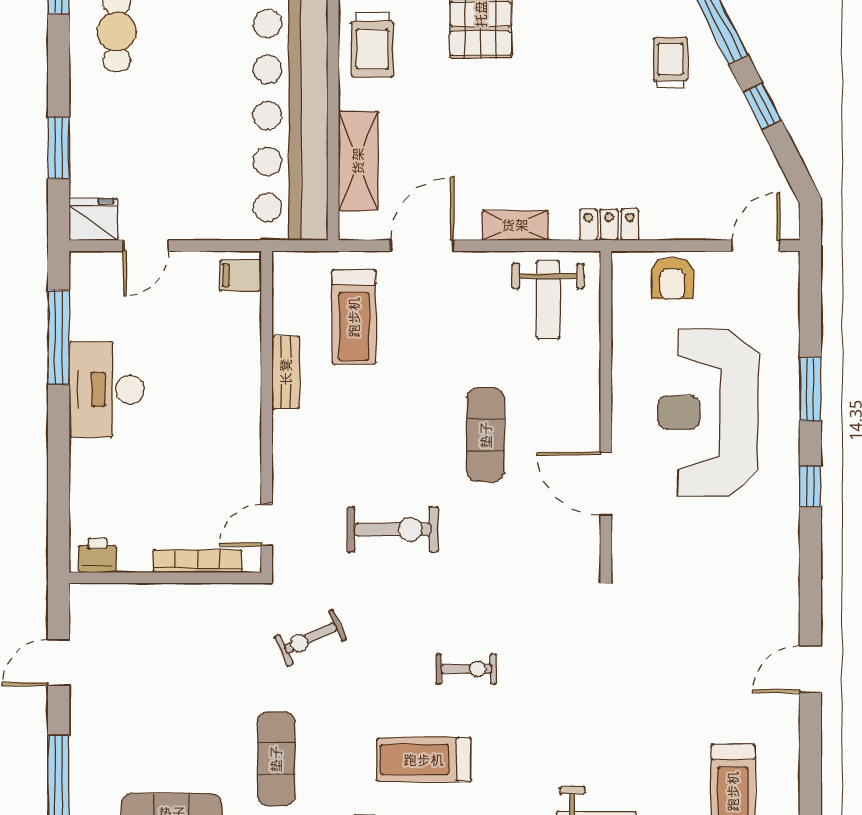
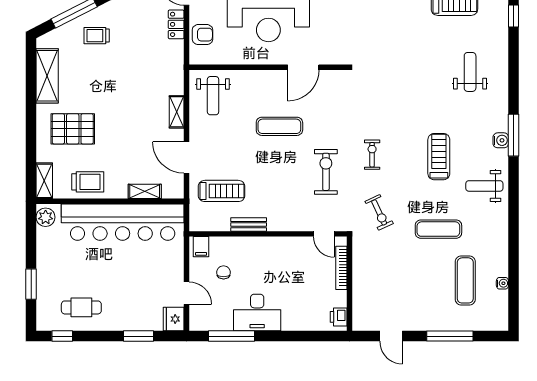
shelving: (358, 161) -> (145, 191), width x0.67, depth x0.75
locker: (609, 225) -> (176, 24), moved
weight bench: (548, 300) -> (213, 96), turned 90
chair: (188, 321) -> (224, 272), added
exercise bike: (466, 669) -> (372, 155), moved
treadmill: (424, 760) -> (439, 157), turned 180

